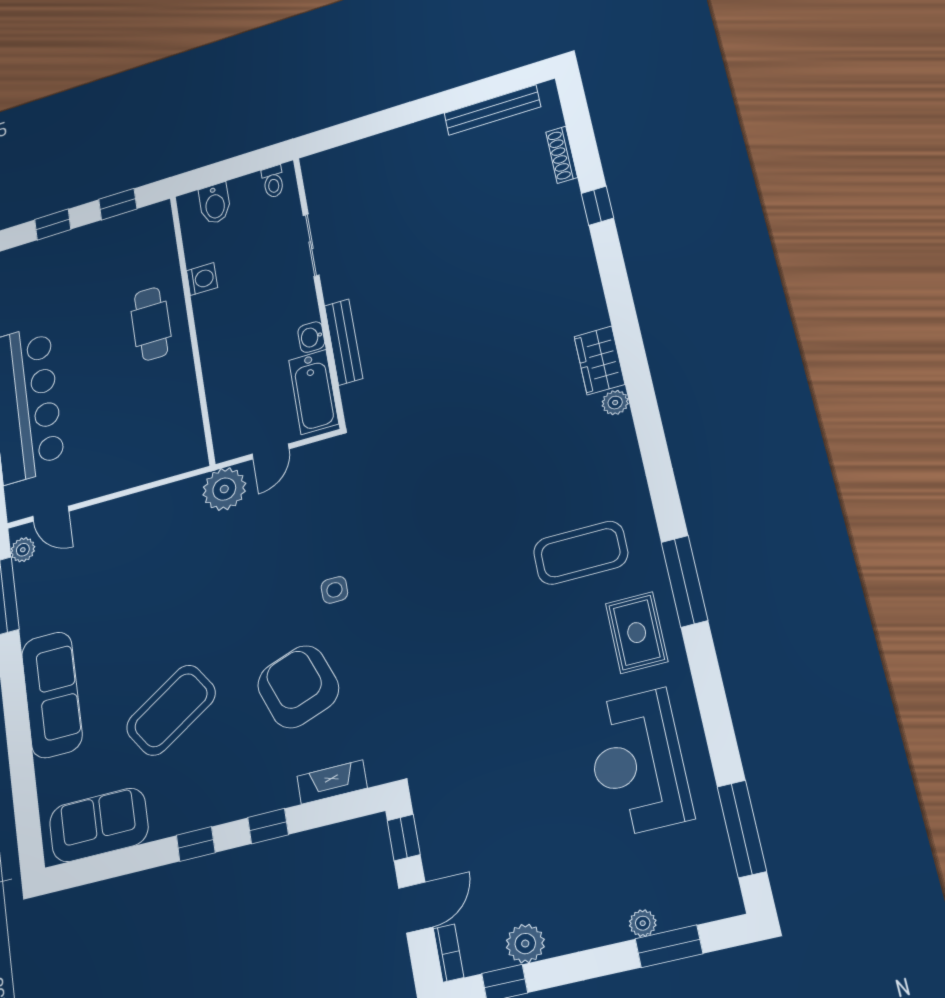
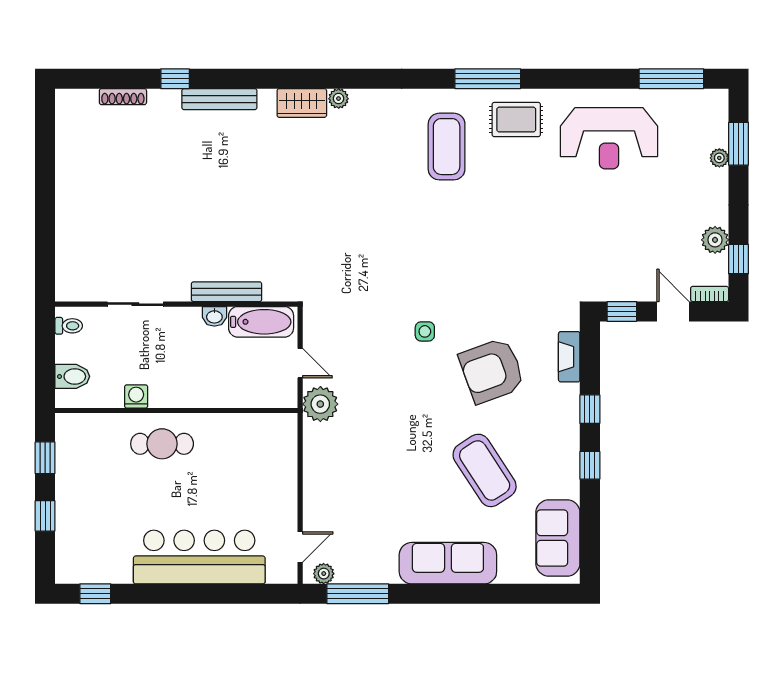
bench: (492, 110) -> (219, 99), moved, turned 90

